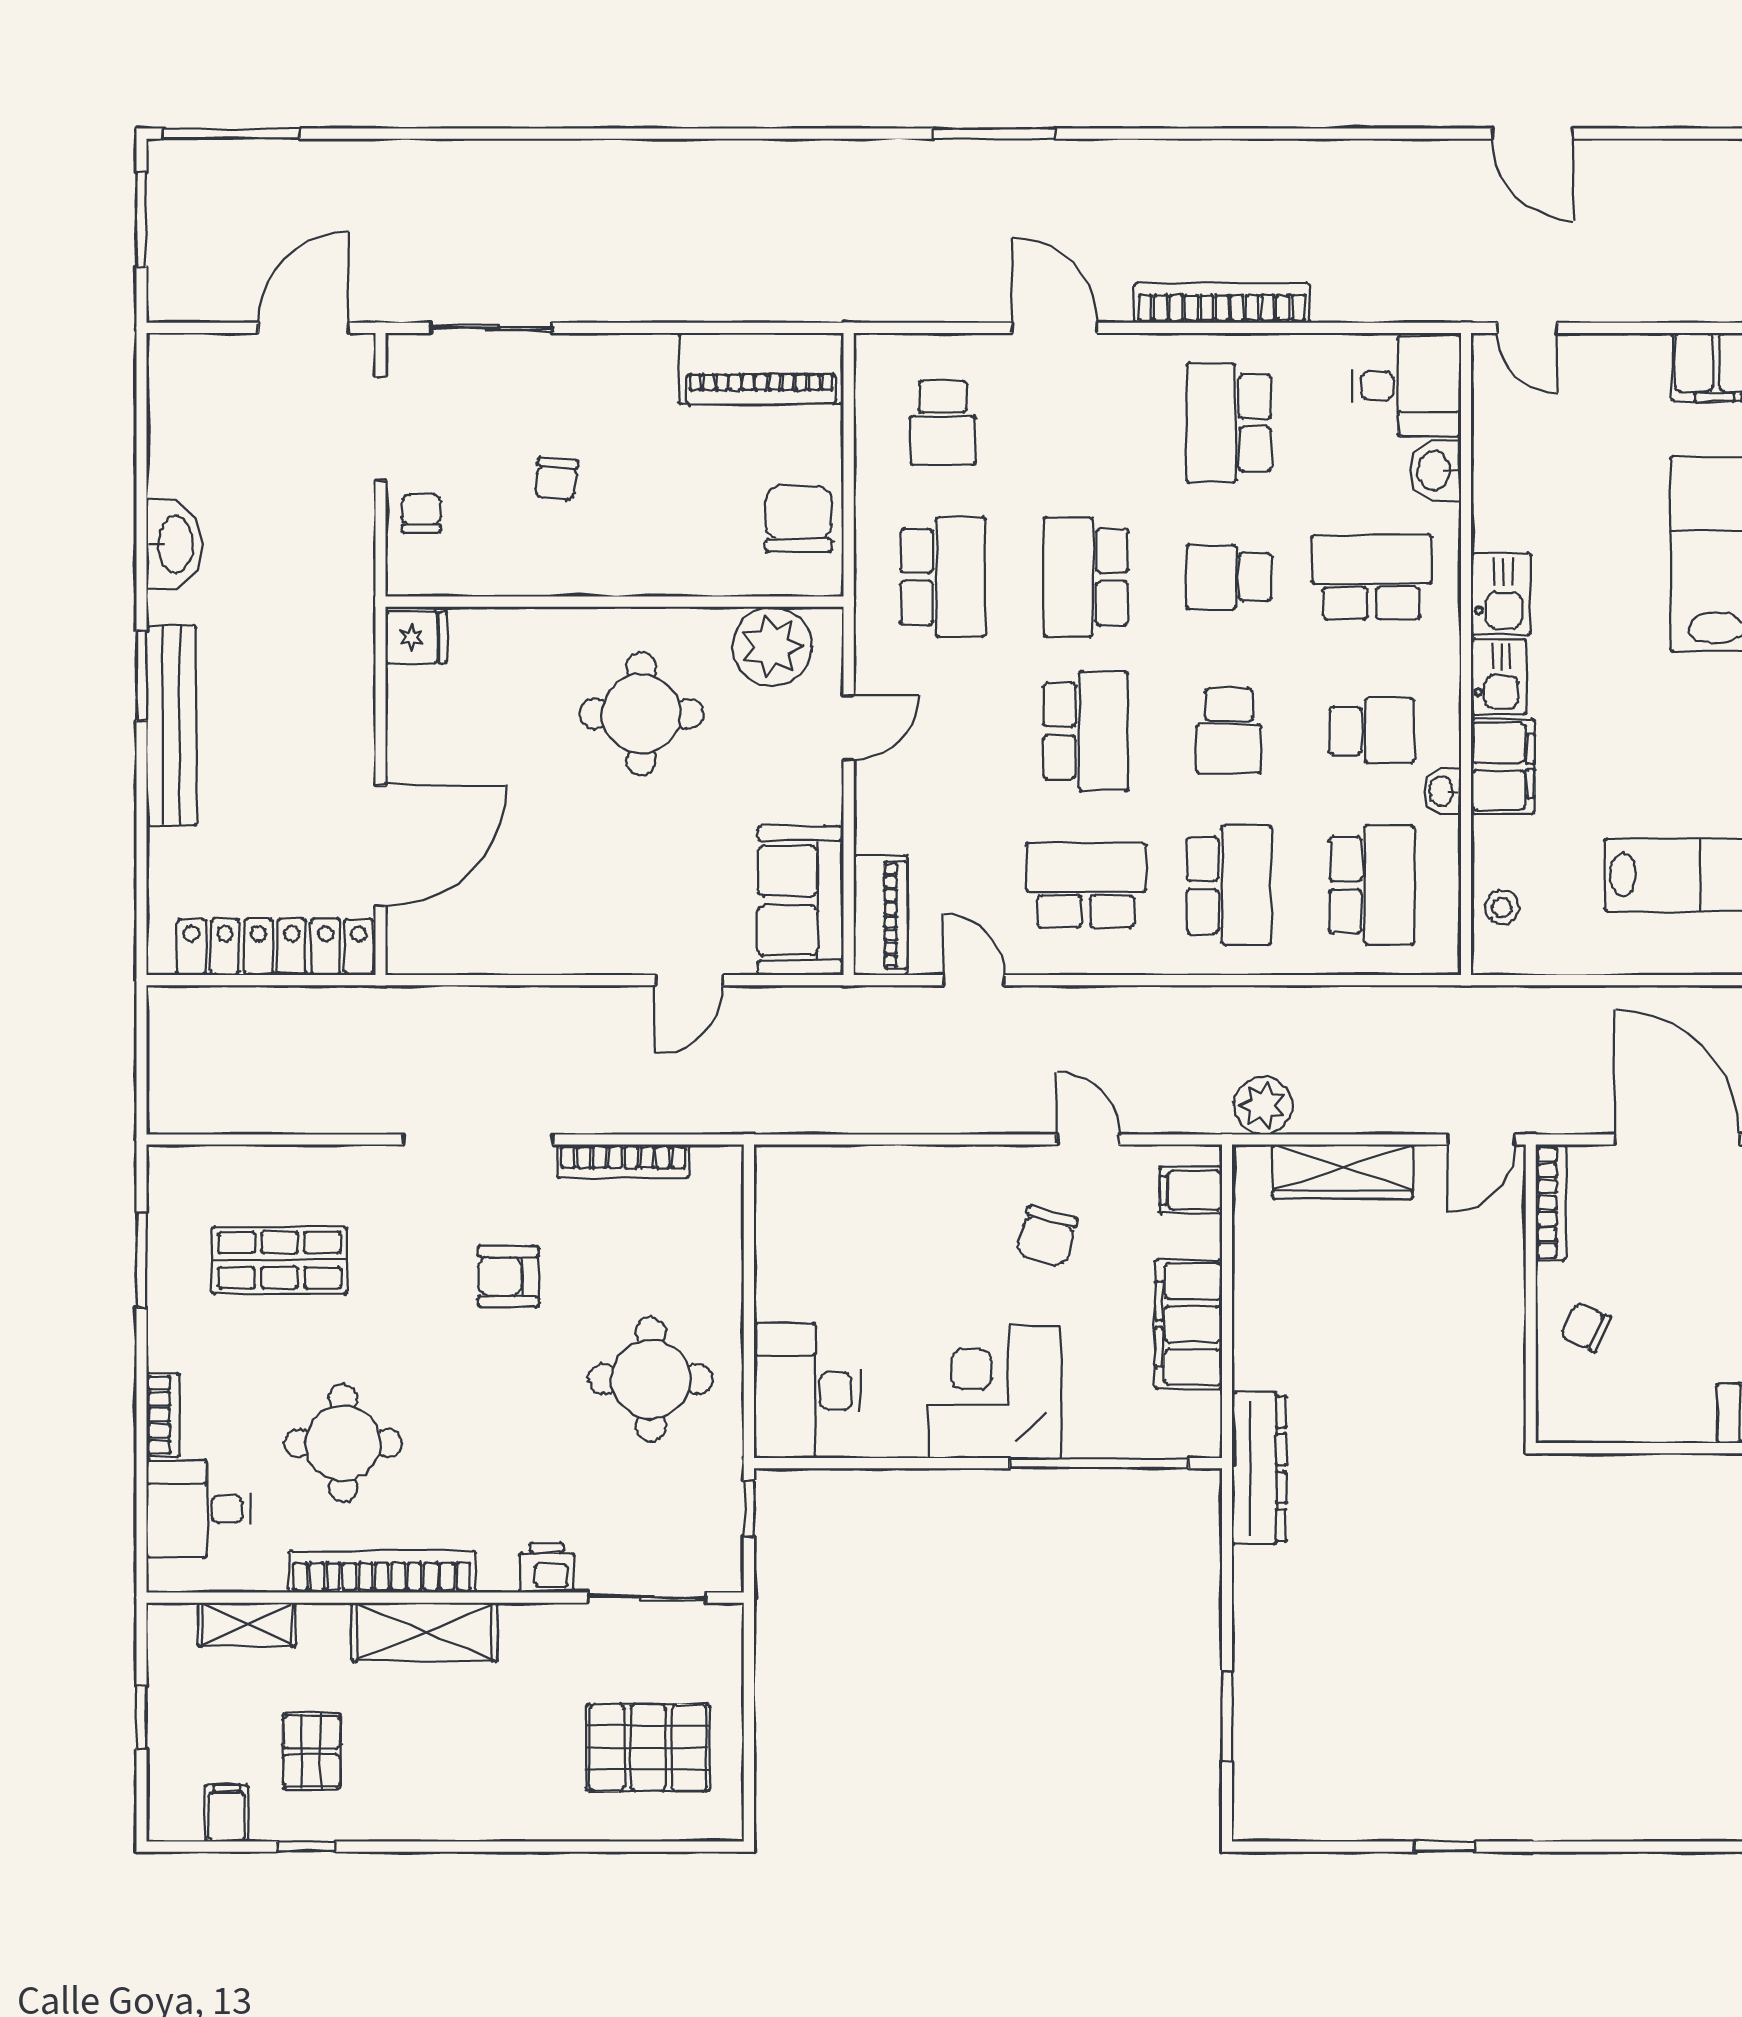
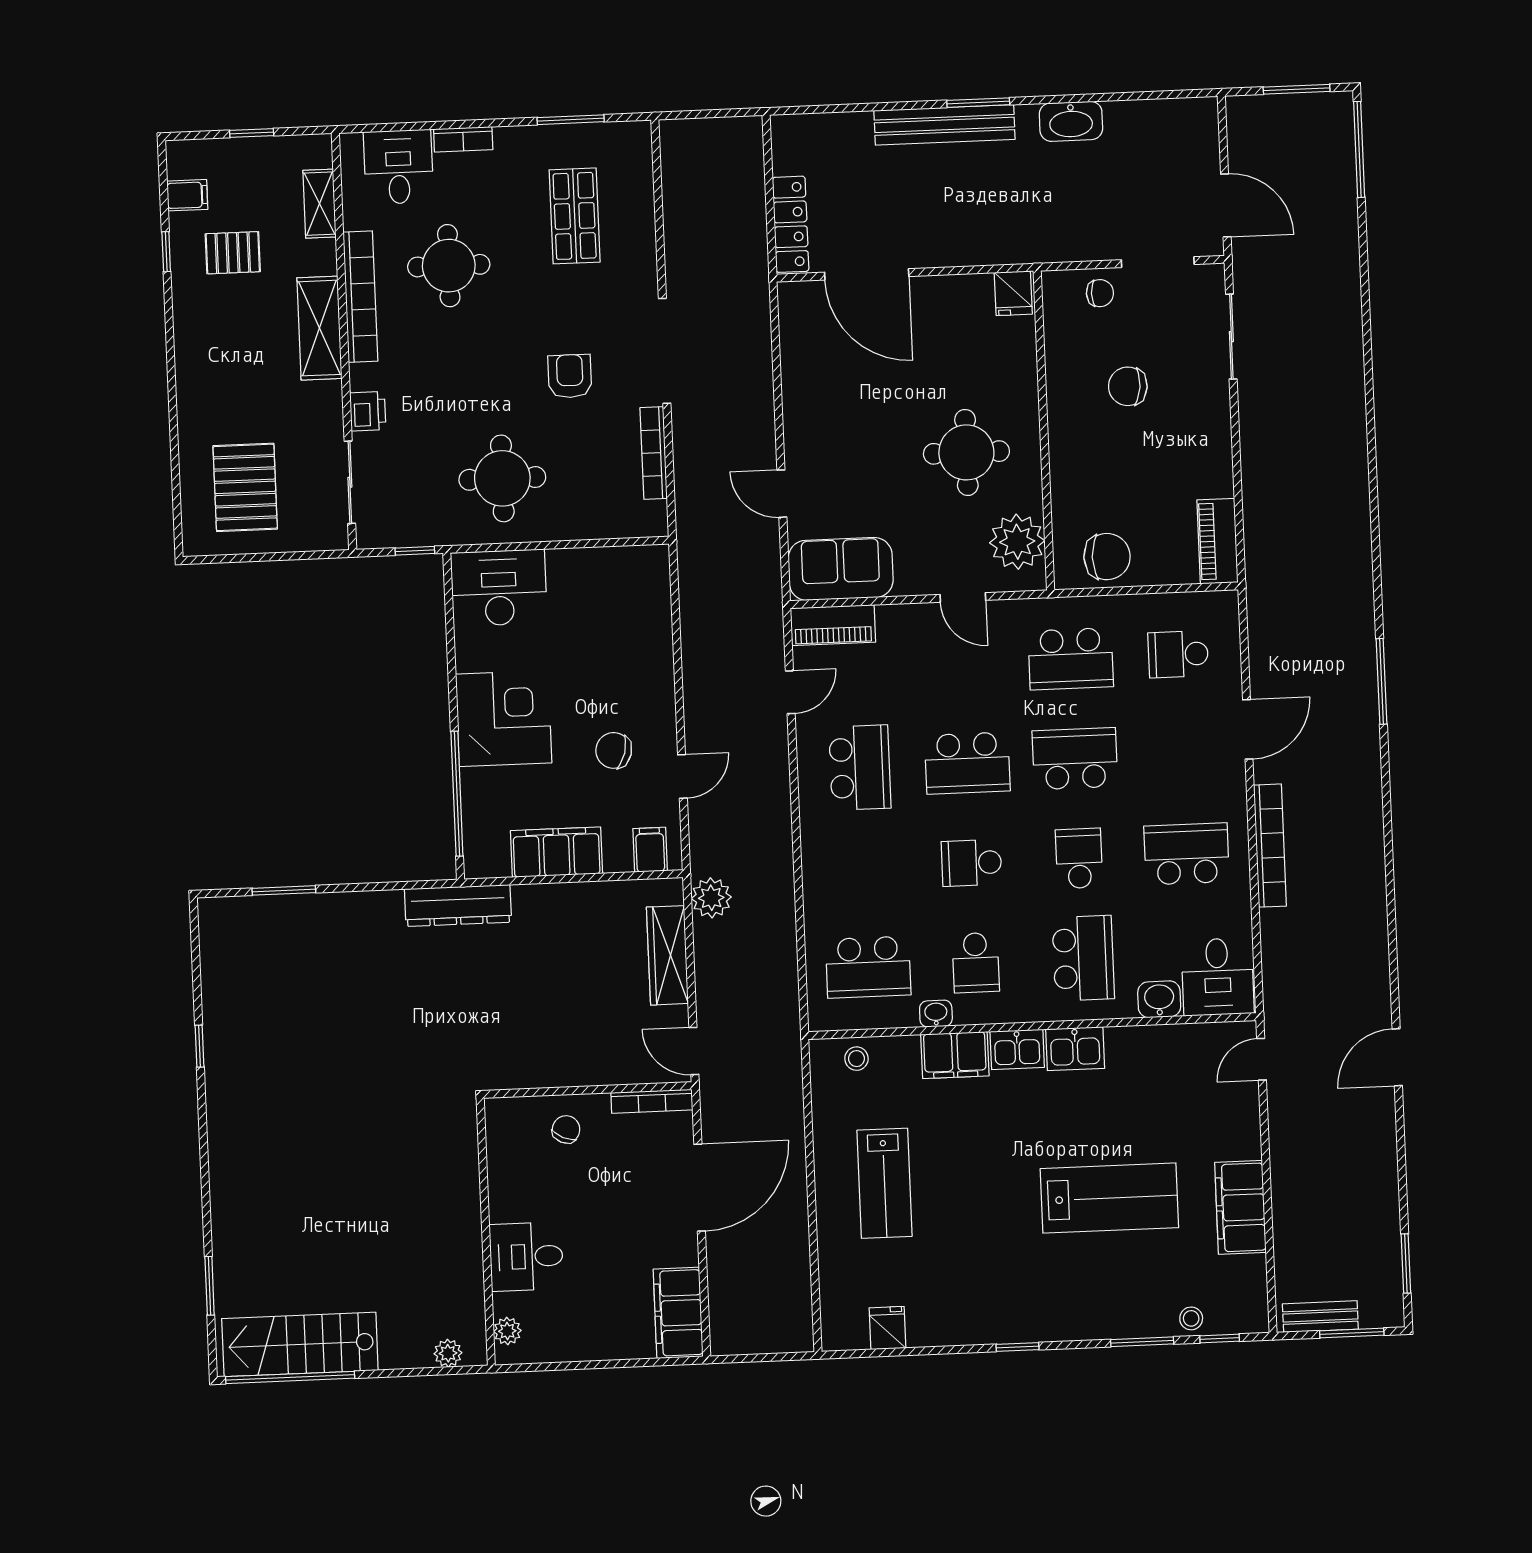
piano: (761, 369) -> (1218, 541), width x0.73, depth x0.75
chair: (556, 479) -> (1128, 386), width x1.37, depth x1.37
school desk: (1229, 885) -> (864, 867), removed
locker: (275, 947) -> (791, 224), width x0.71, depth x0.83

